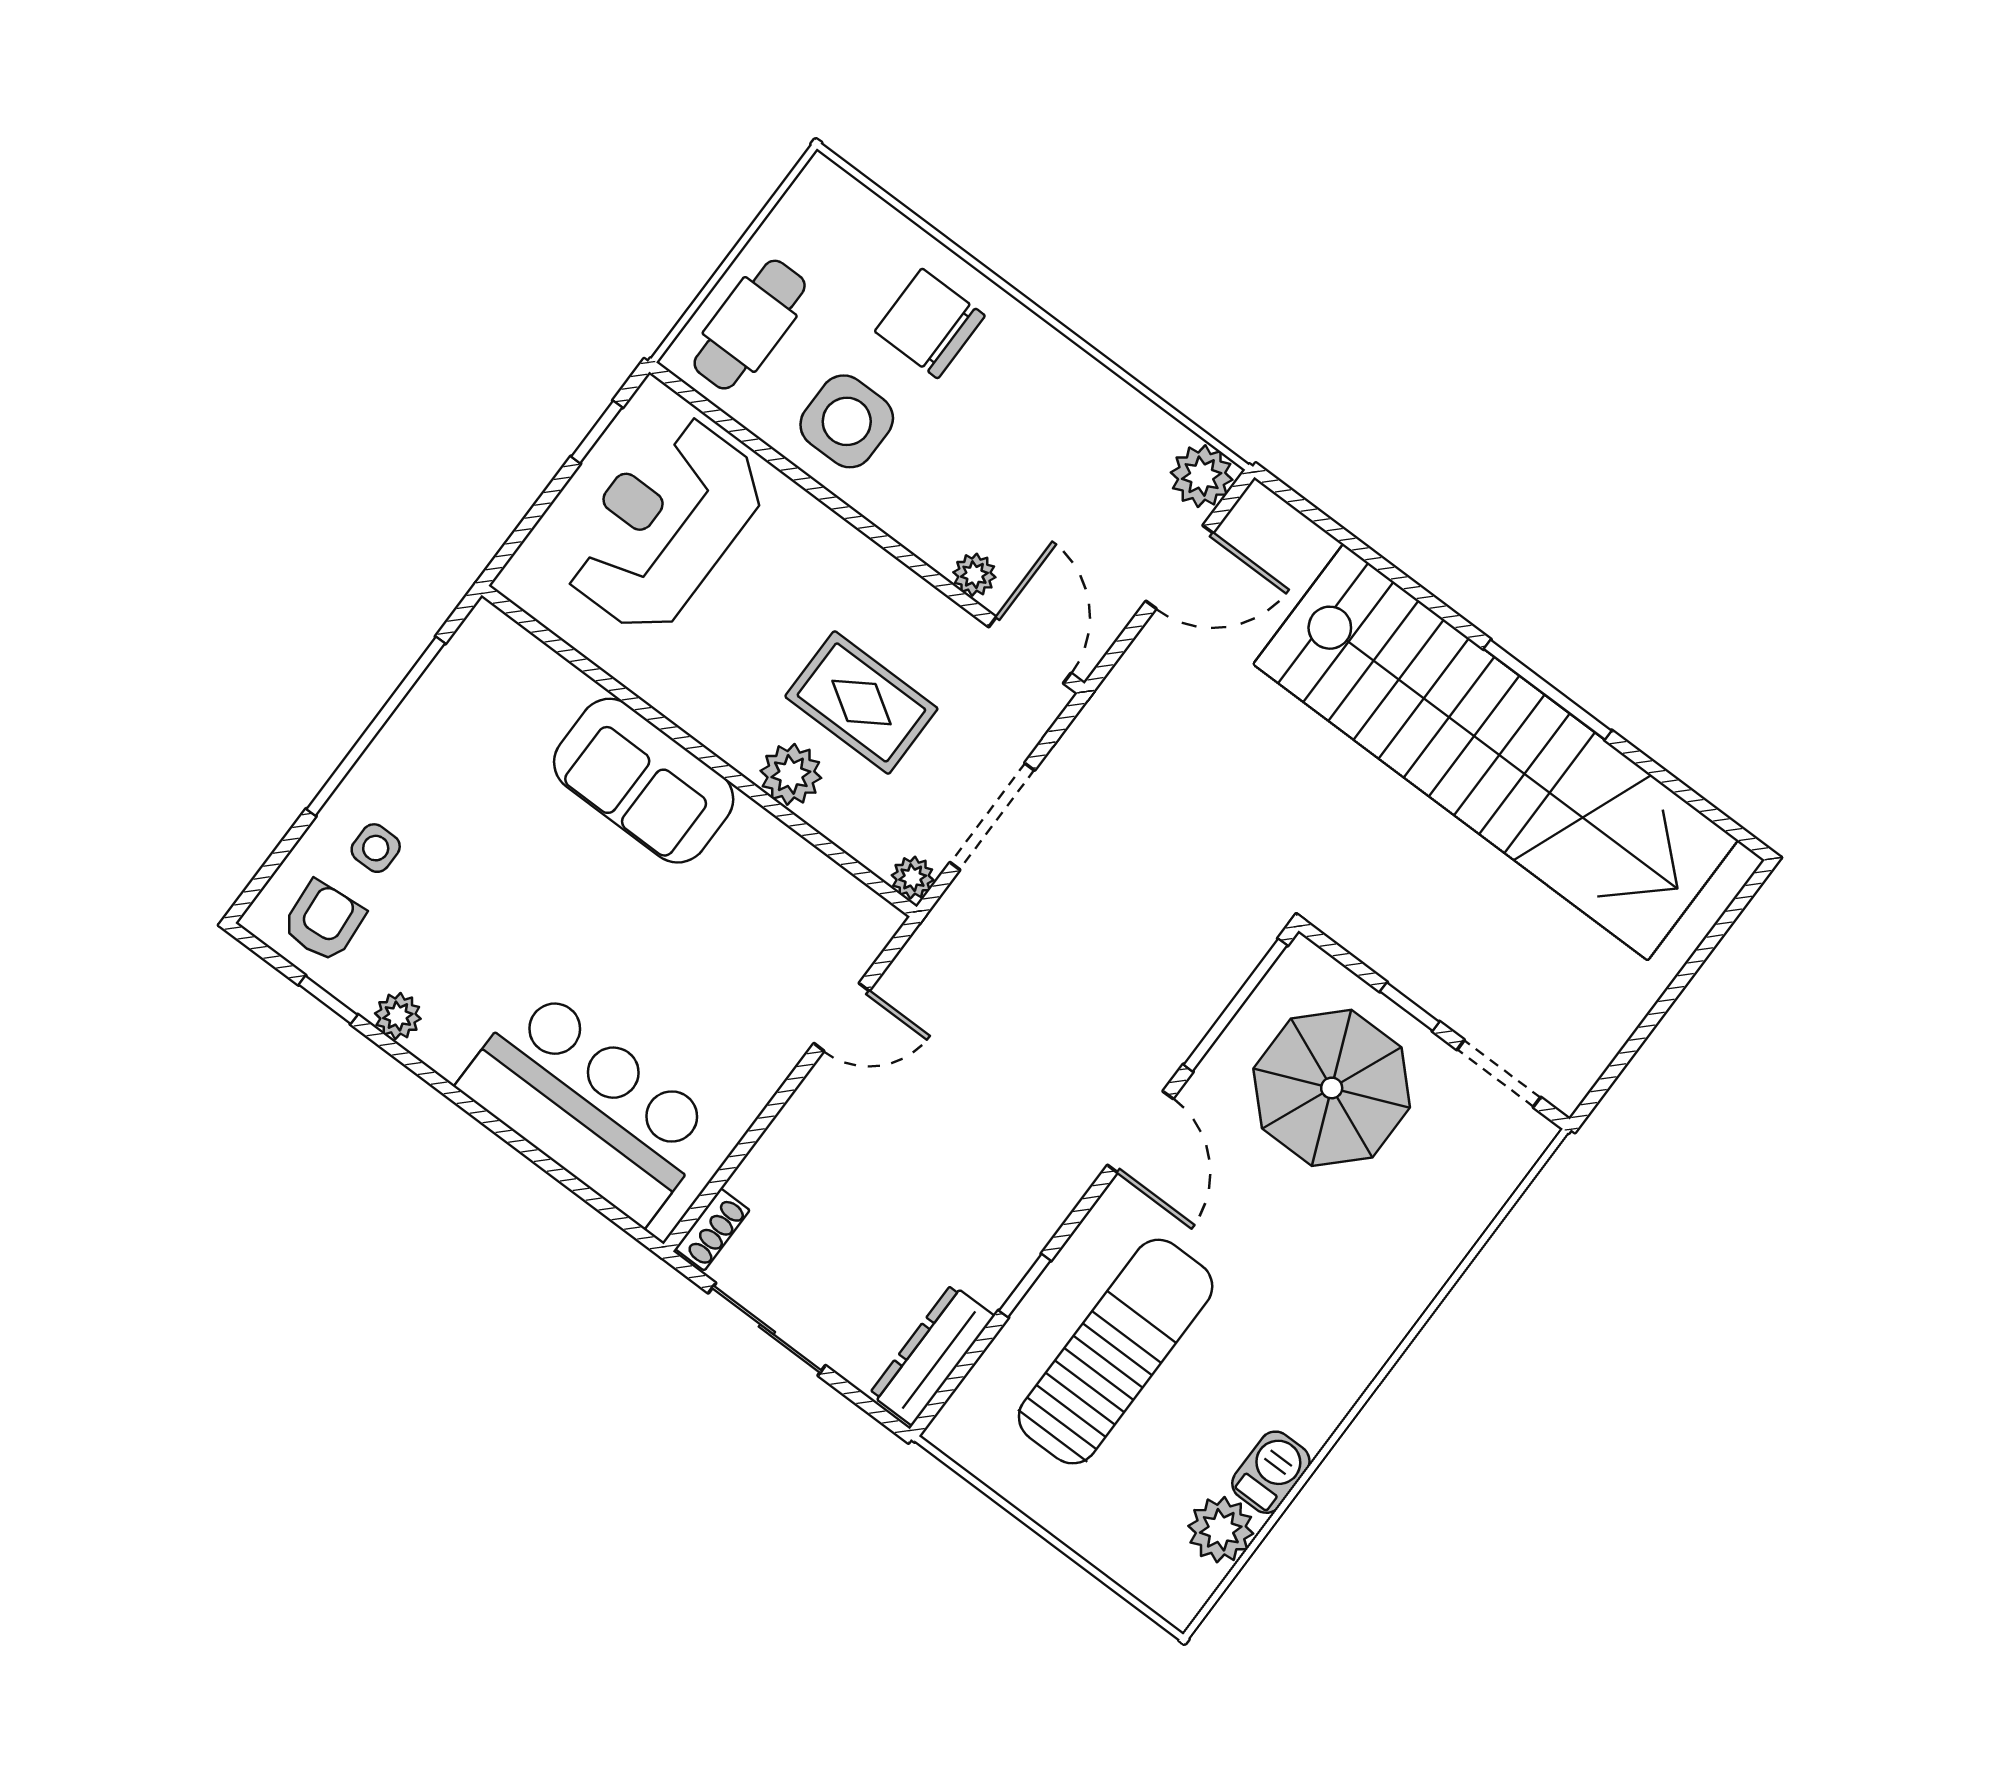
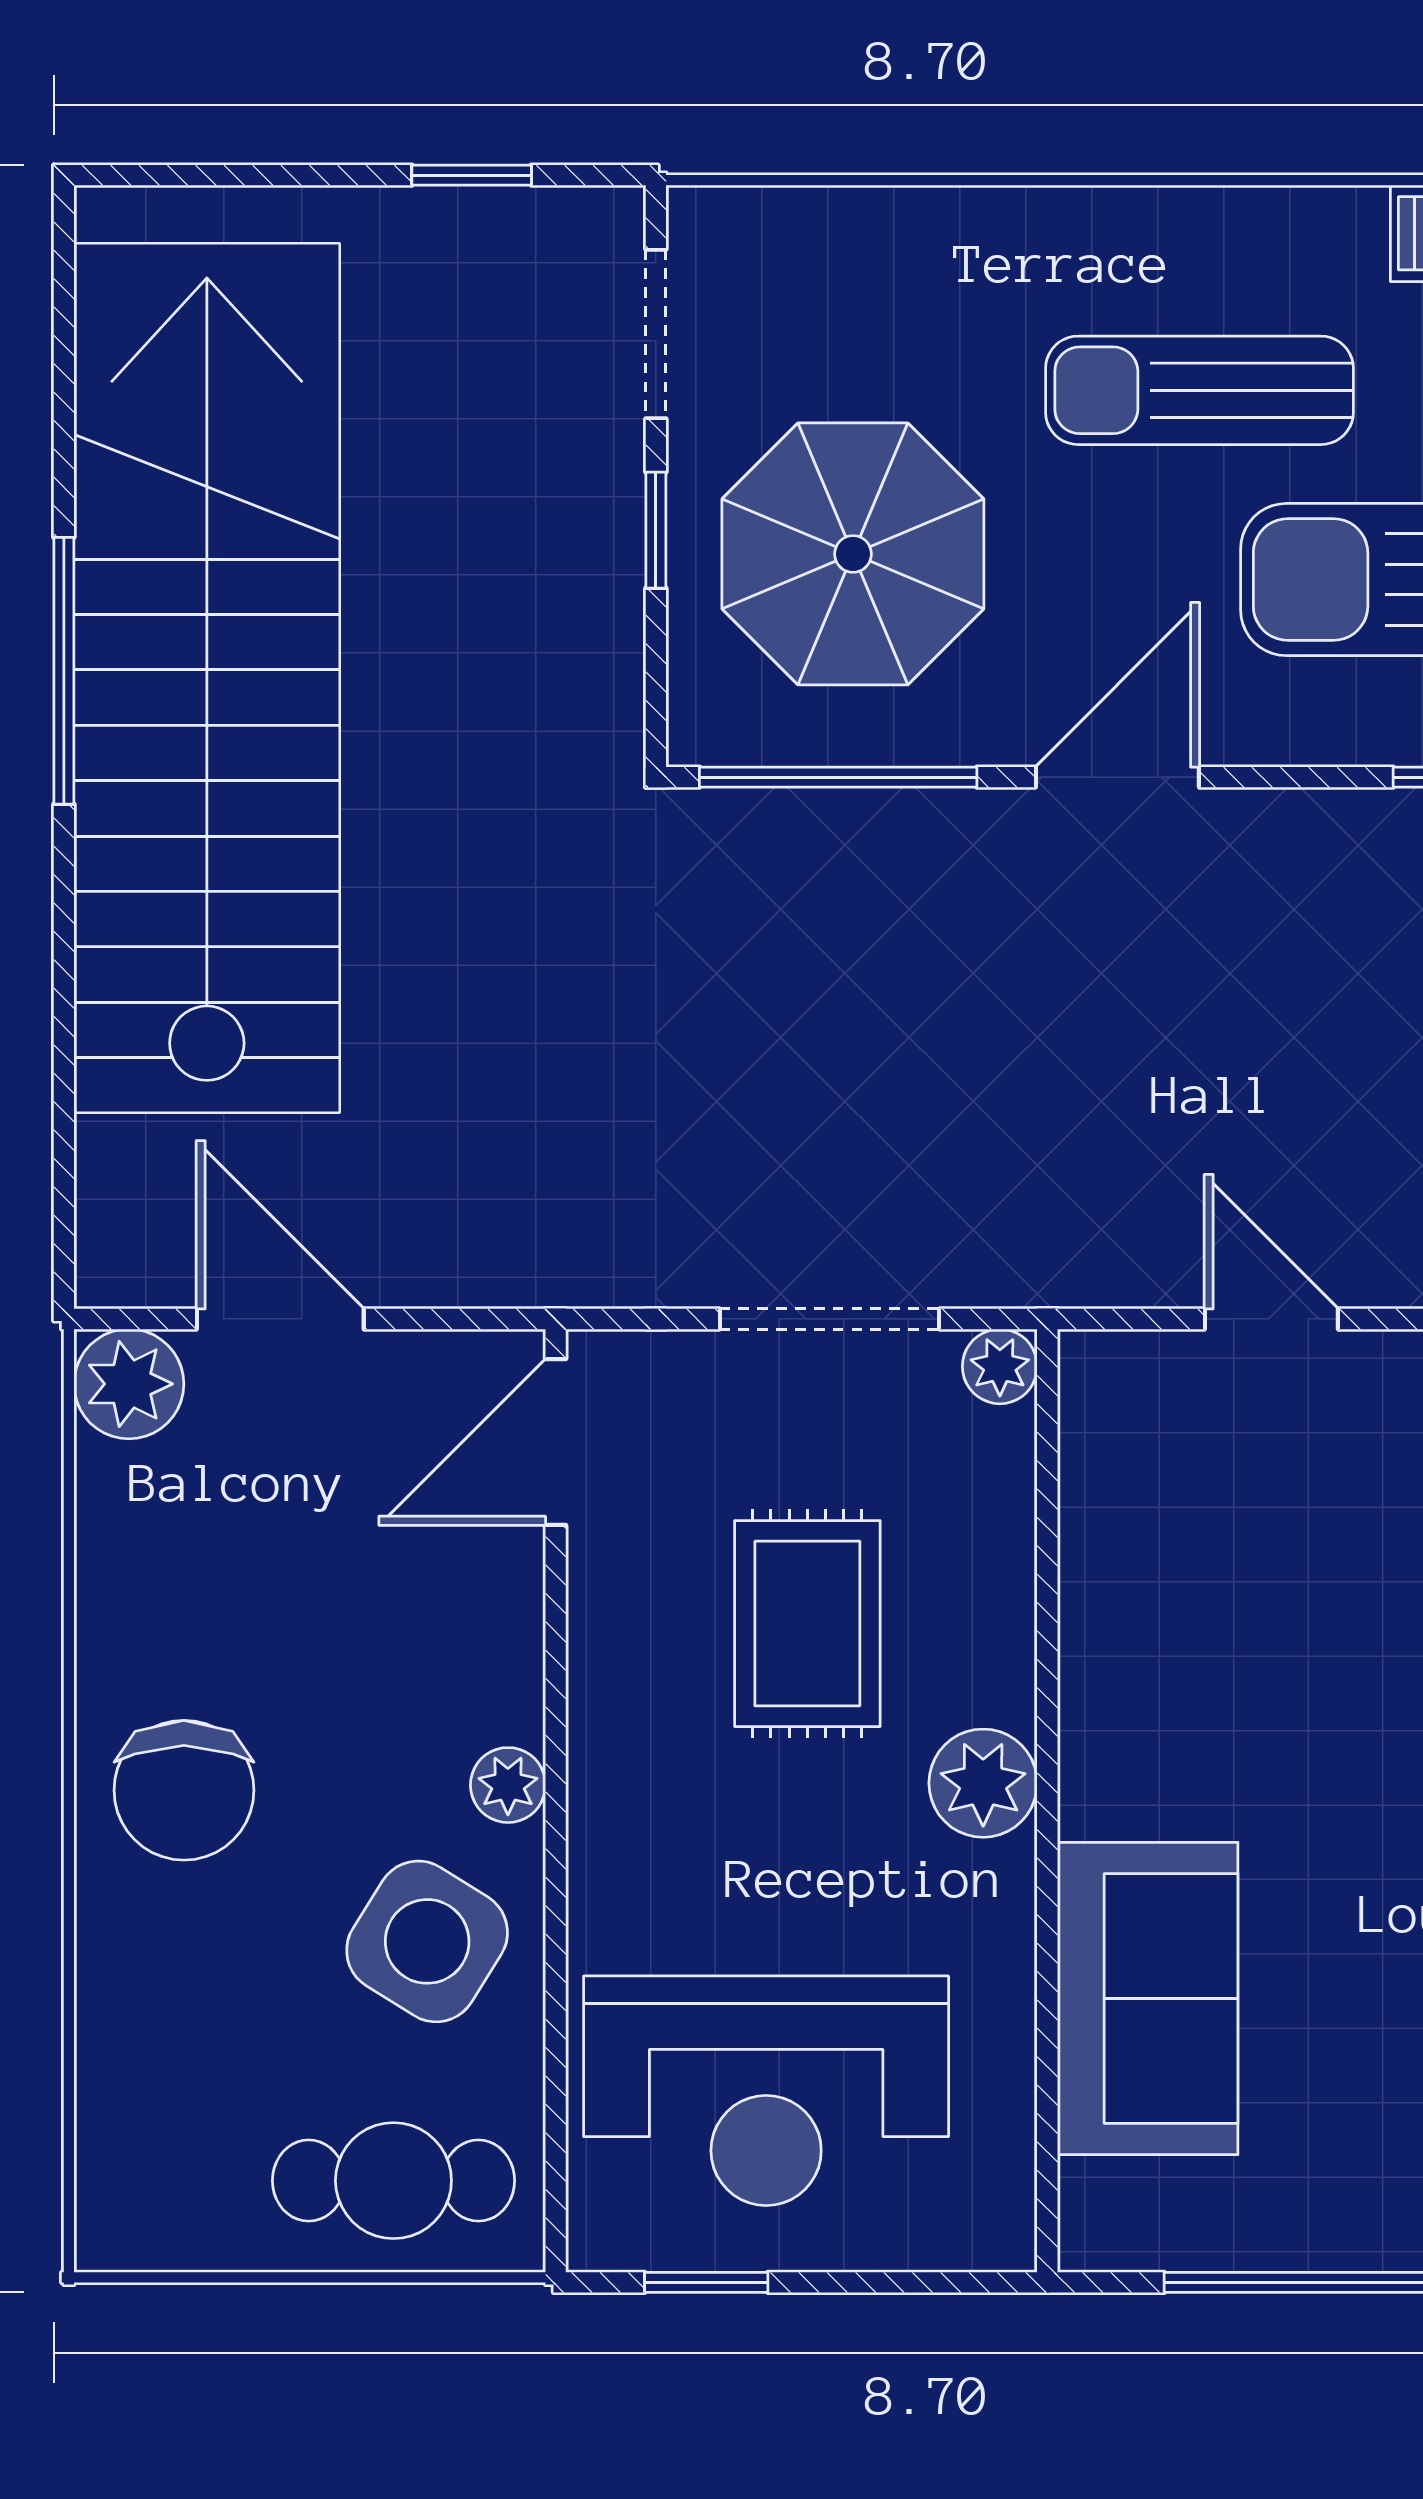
chair: (930, 323) -> (184, 1790), moved
side table: (847, 421) -> (427, 1941), turned 32
plant: (974, 575) -> (508, 1785), moved
plant: (791, 774) -> (983, 1783), moved
sofa: (644, 781) -> (1148, 1999), moved
window: (1634, 1044) -> (472, 175), added
sun lounger: (1288, 1301) -> (1199, 390), added

